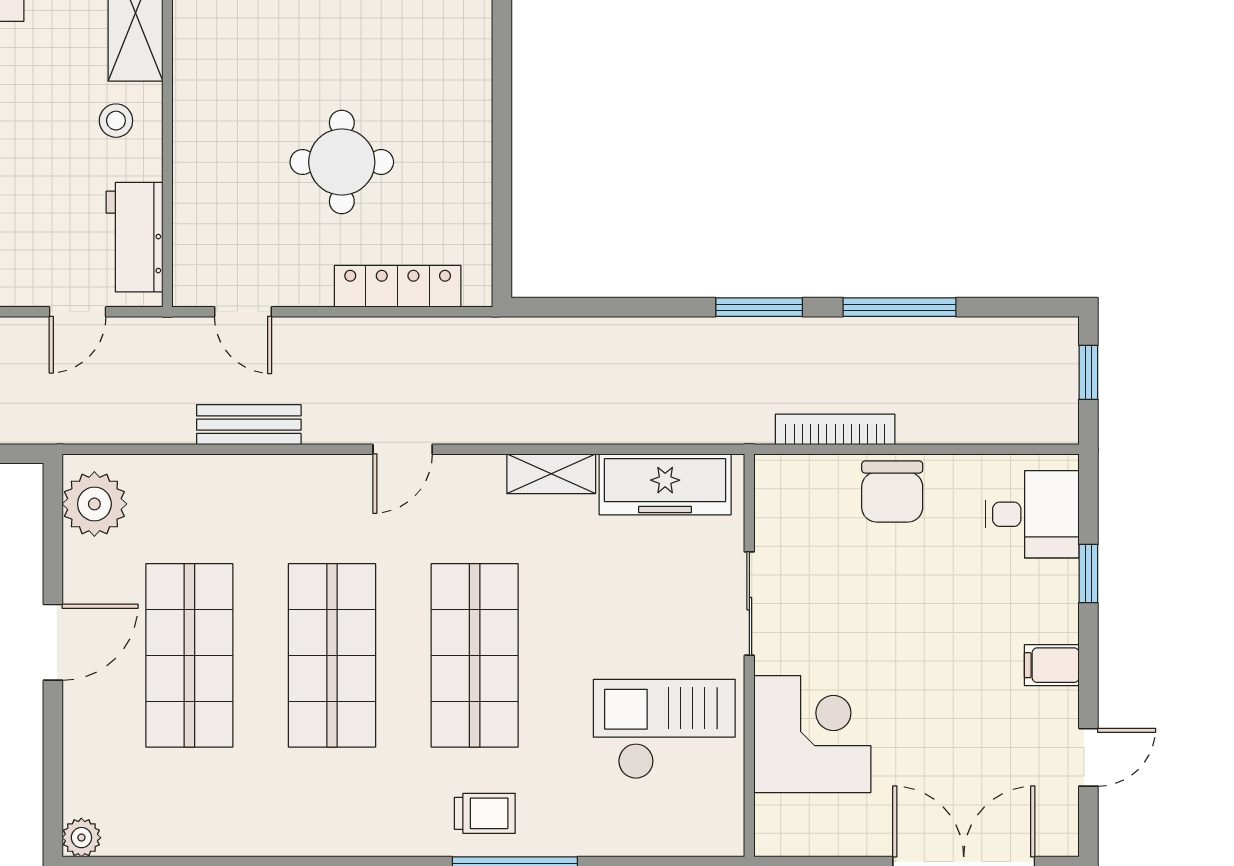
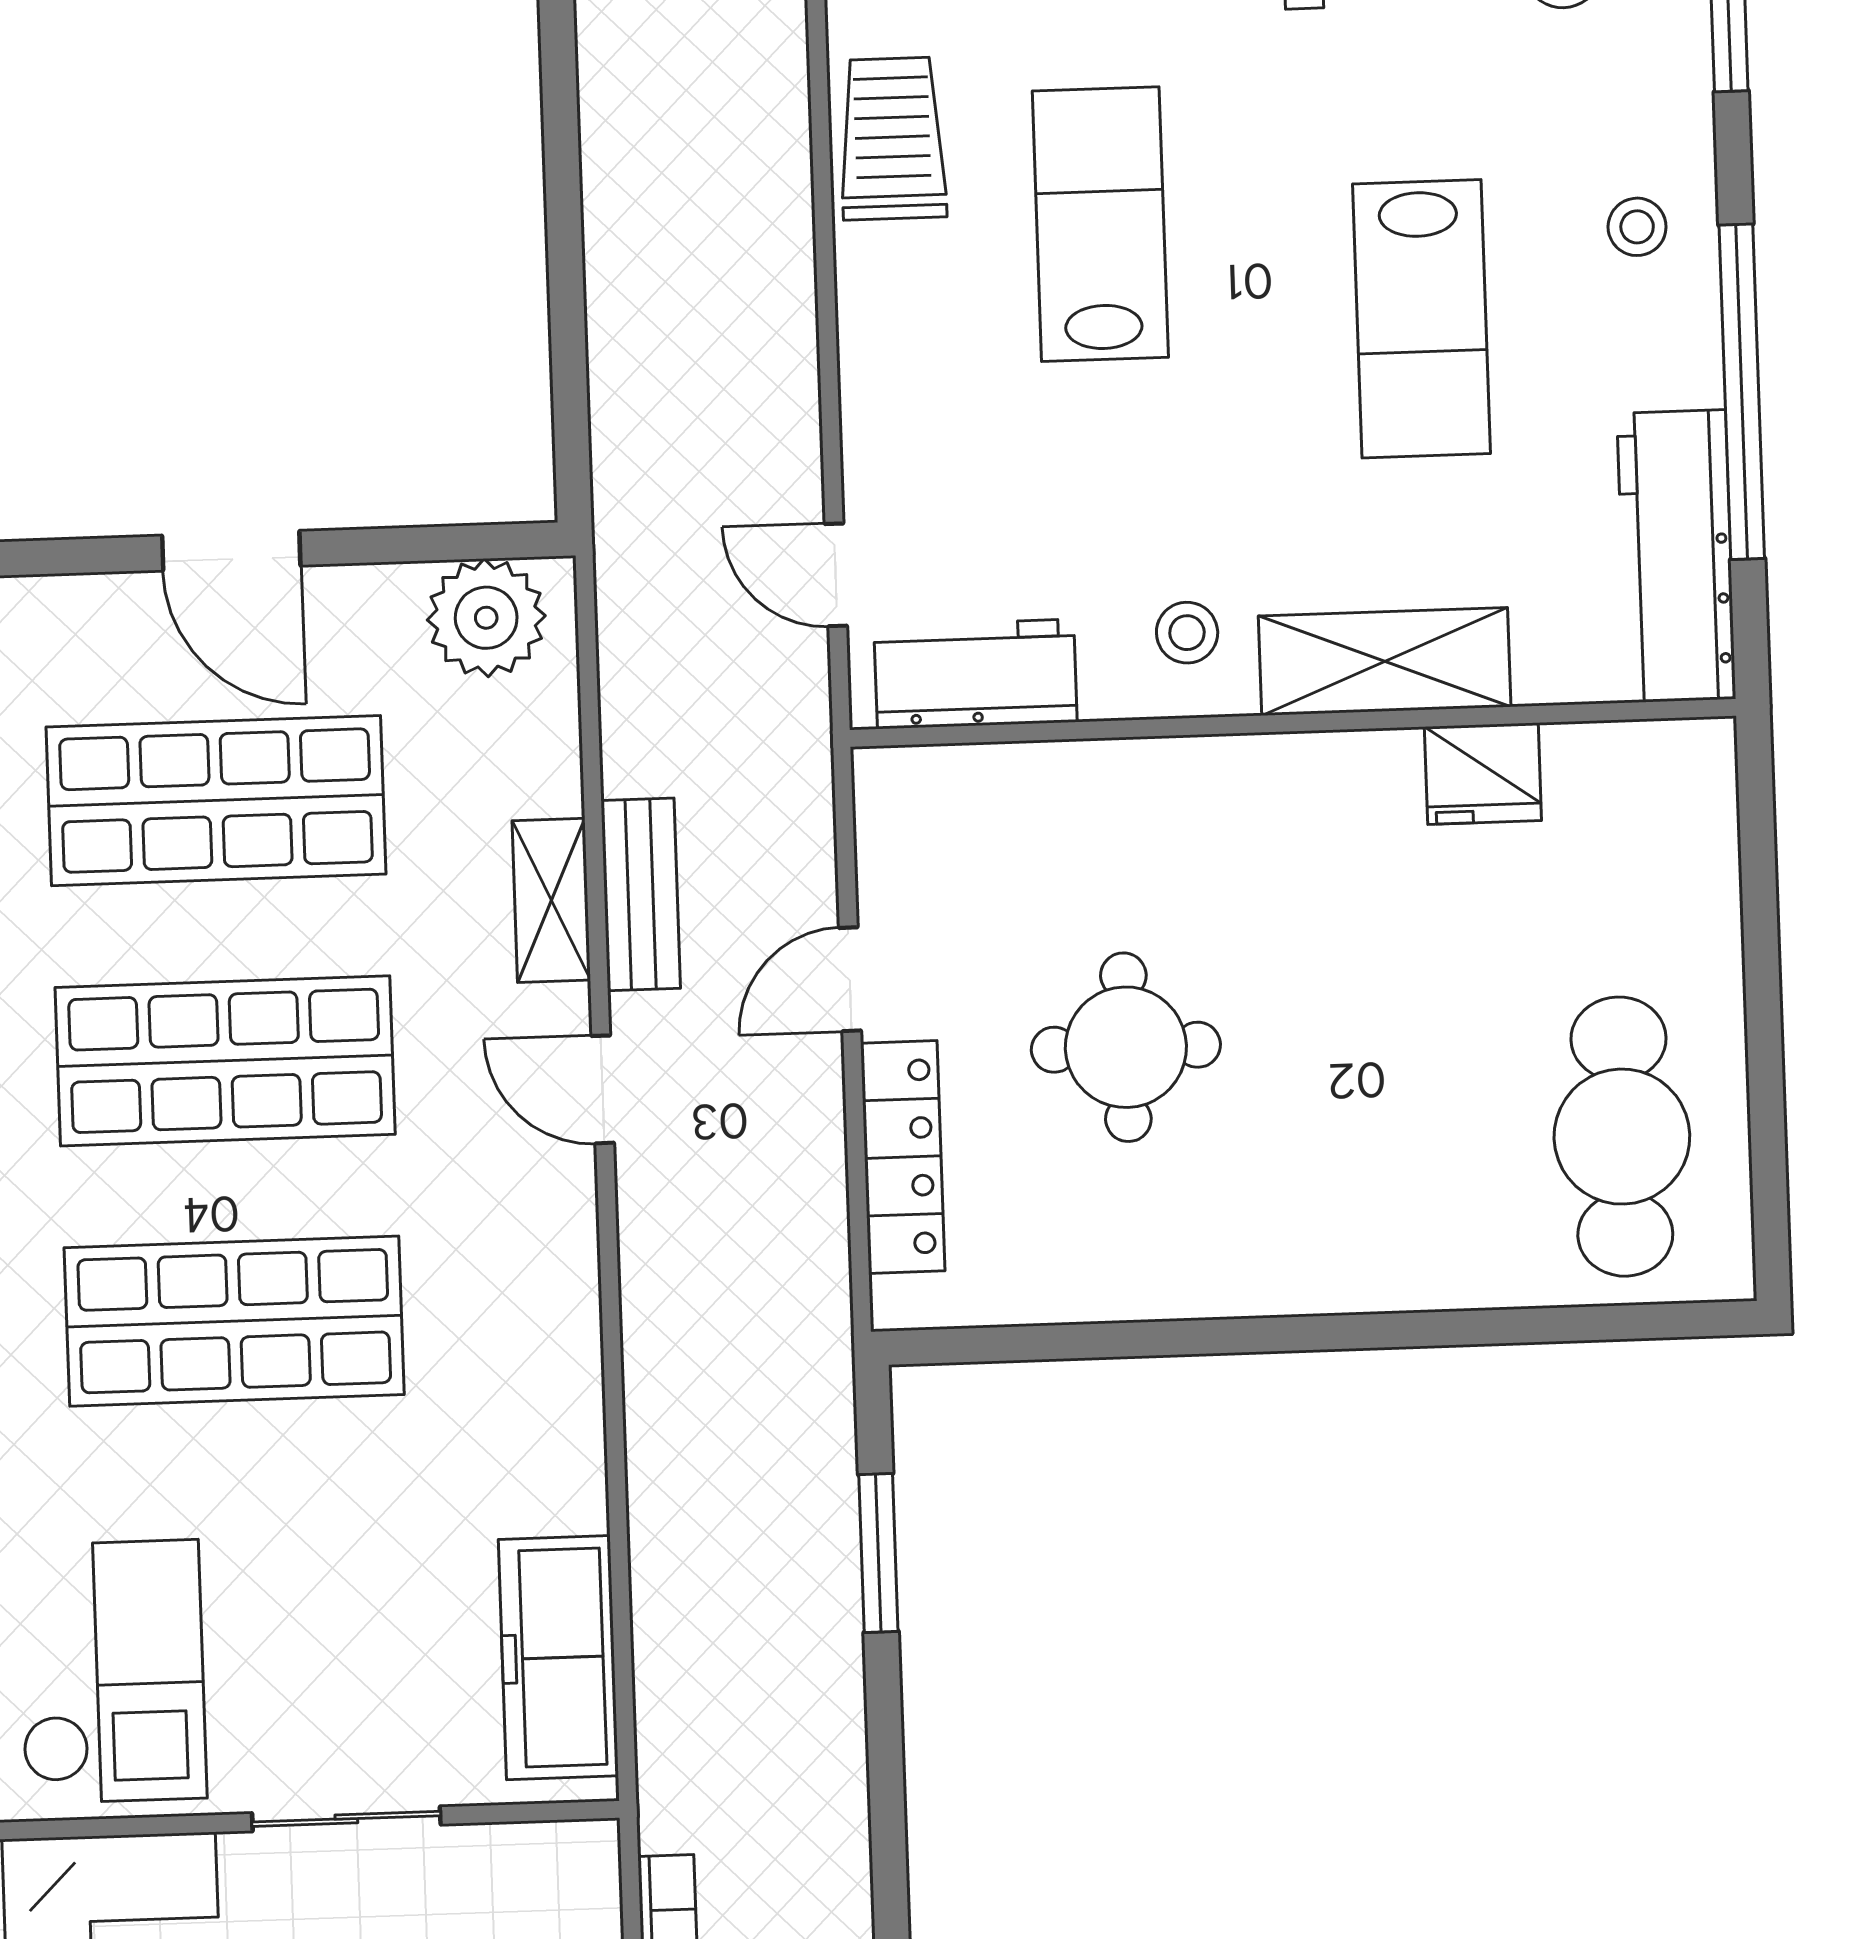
window: (759, 307) -> (878, 1553), moved
door: (243, 312) -> (850, 979), moved
door: (403, 449) -> (603, 1089), moved
shelving: (551, 474) -> (551, 900), moved

